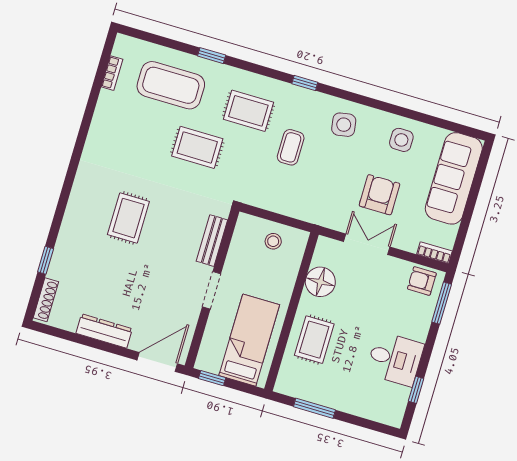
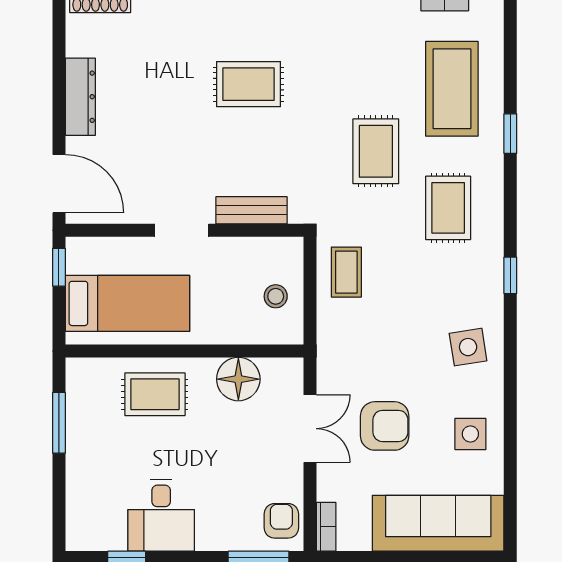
coffee table: (291, 147) -> (346, 272), moved, turned 90

